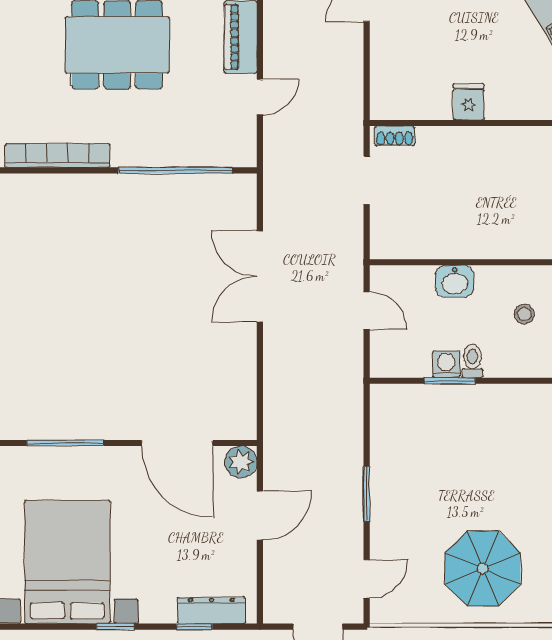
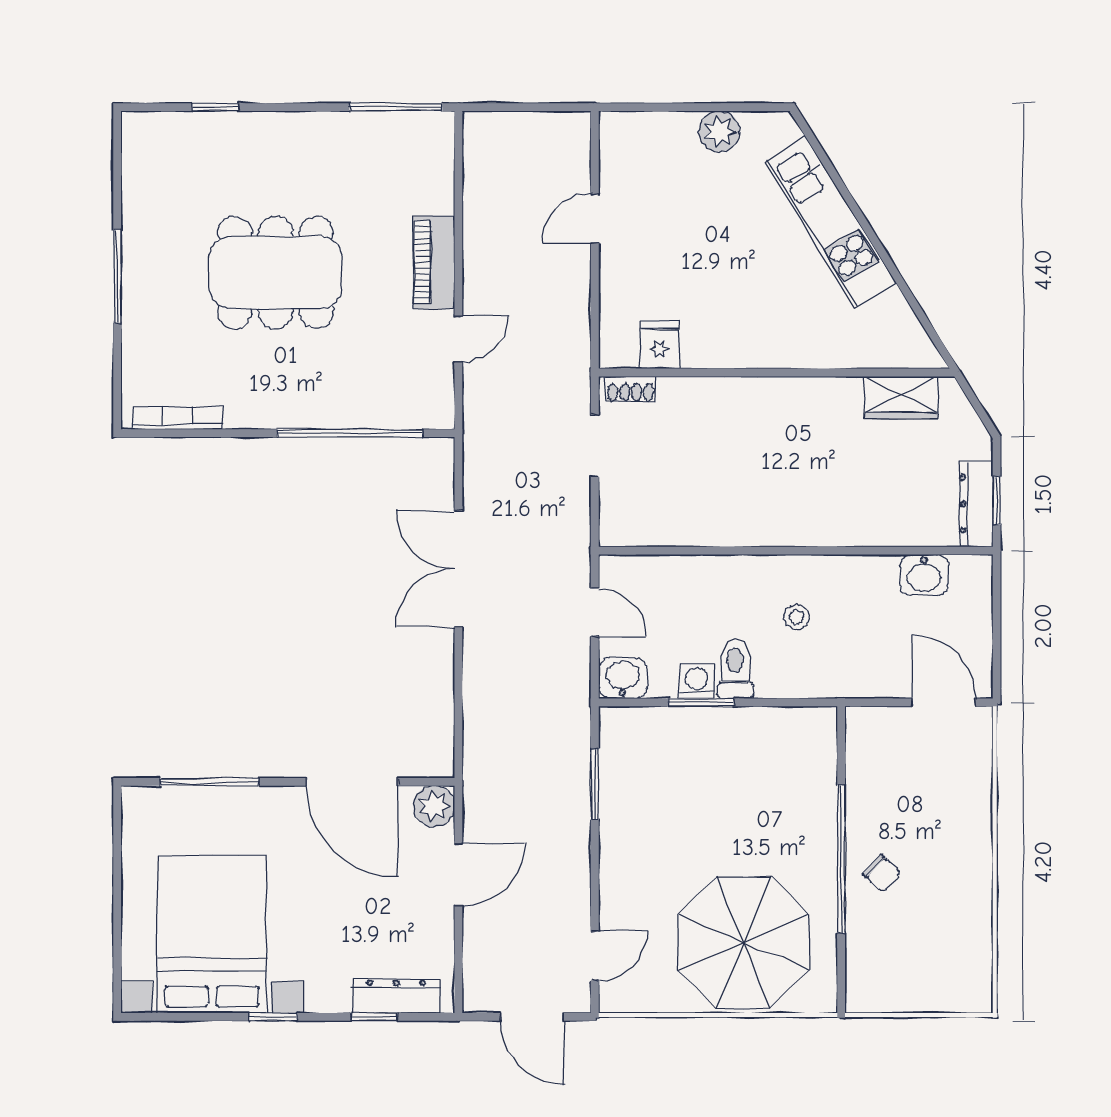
fridge: (469, 102) -> (659, 345), moved
bookcase: (57, 156) -> (177, 418), width x0.68, depth x0.76
washbasin: (455, 281) -> (623, 678), moved, turned 180
toilet: (473, 361) -> (735, 669), width x1.37, depth x1.39
window: (367, 494) -> (595, 784), moved
parasol: (483, 568) -> (743, 942), width x1.36, depth x1.36

